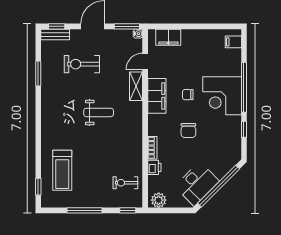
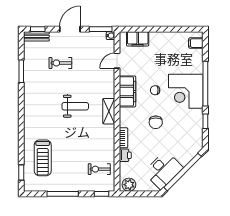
exercise bike: (82, 64) -> (60, 63), width x0.73, depth x0.72
shelving: (136, 86) -> (109, 111), moved

